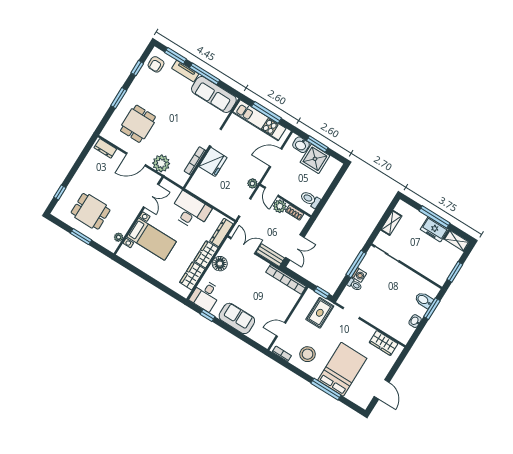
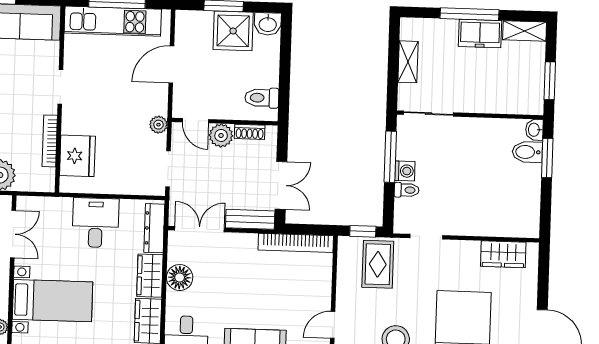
washbasin: (301, 145) -> (268, 24), moved
fridge: (213, 162) -> (77, 156), moved
desk: (190, 211) -> (96, 223), width x0.73
washbasin: (415, 321) -> (534, 130), moved

